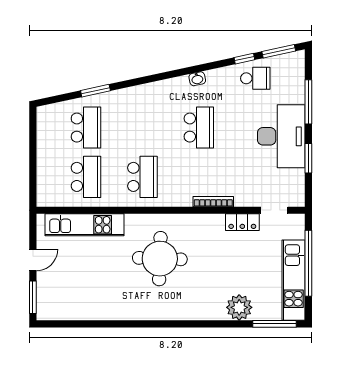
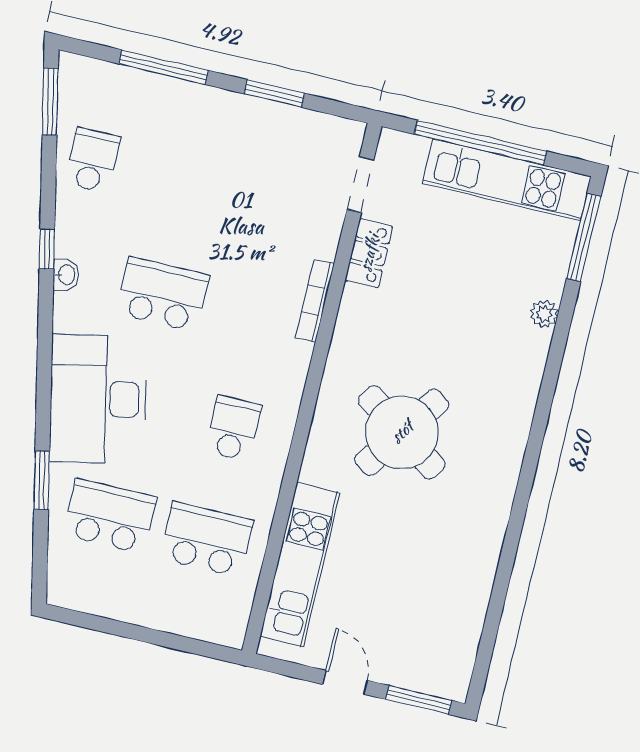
window: (244, 59) -> (47, 249), moved
desk: (281, 136) -> (98, 399), moved, turned -102
school desk: (142, 177) -> (233, 428), width x0.54
round table: (160, 259) -> (402, 432), turned 33
plant: (239, 307) -> (544, 314), width x0.53, depth x0.53

